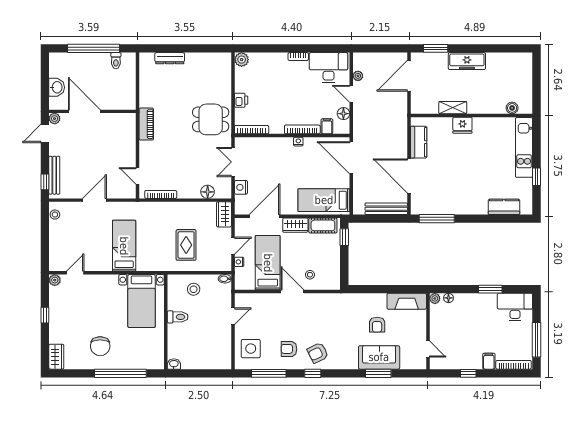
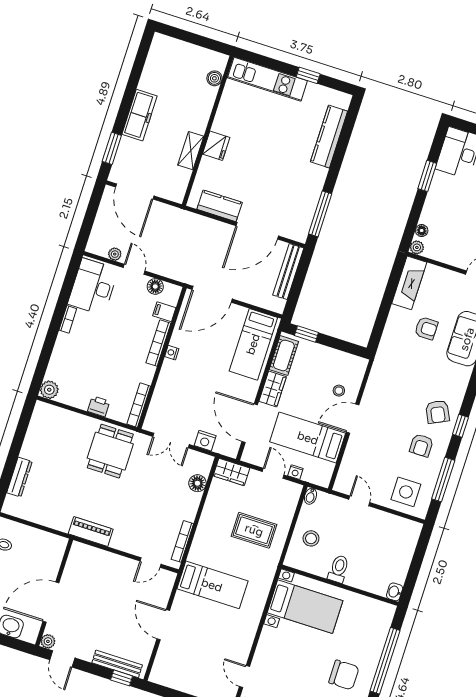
door: (351, 94) -> (134, 269), swing flipped
kitchen counter: (504, 207) -> (329, 136), width x1.50
stool: (55, 215) -> (165, 679), removed
bed: (124, 246) -> (212, 585), moved, turned 180

